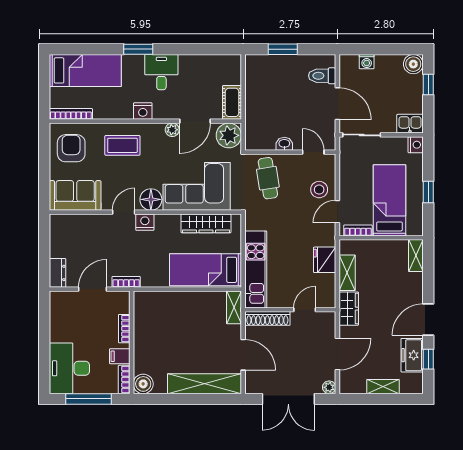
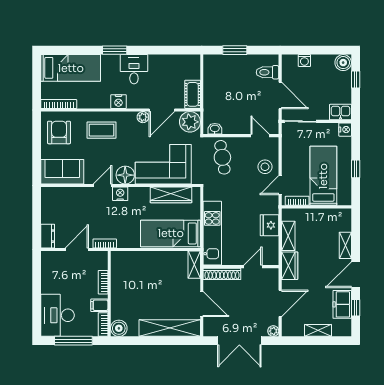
washbasin: (284, 144) -> (215, 129), moved
shelving: (416, 256) -> (345, 245), moved

